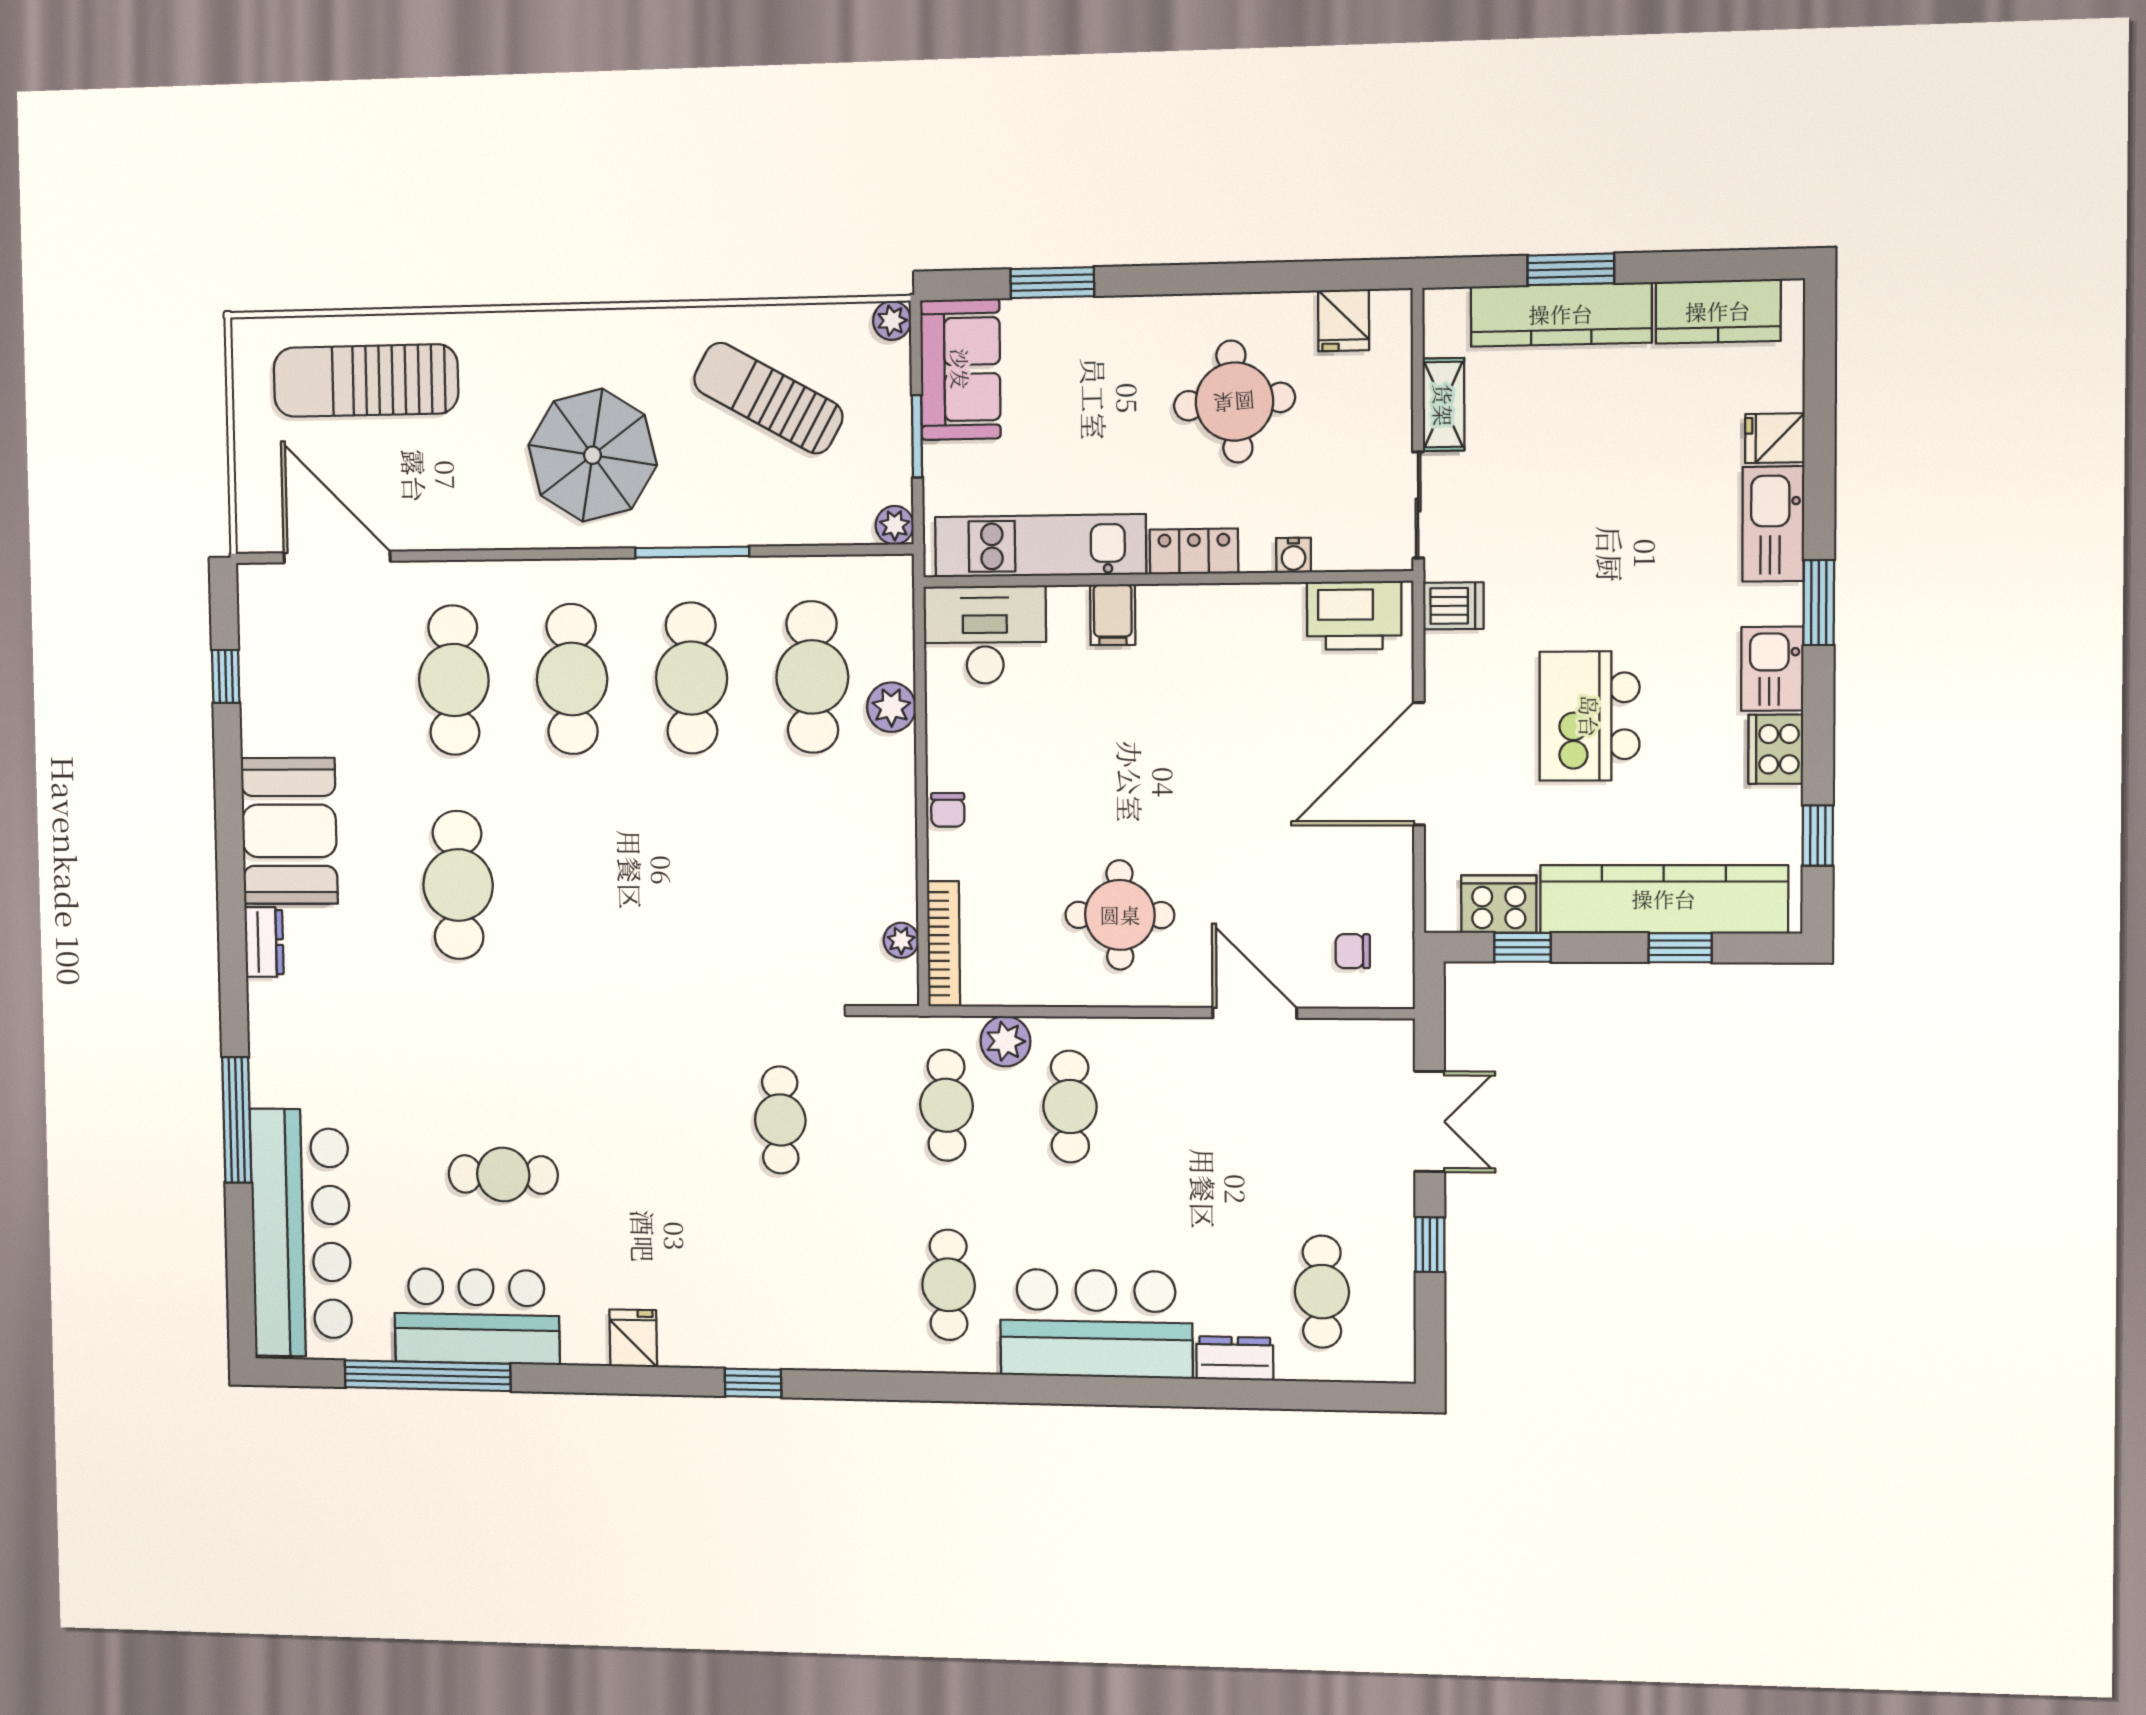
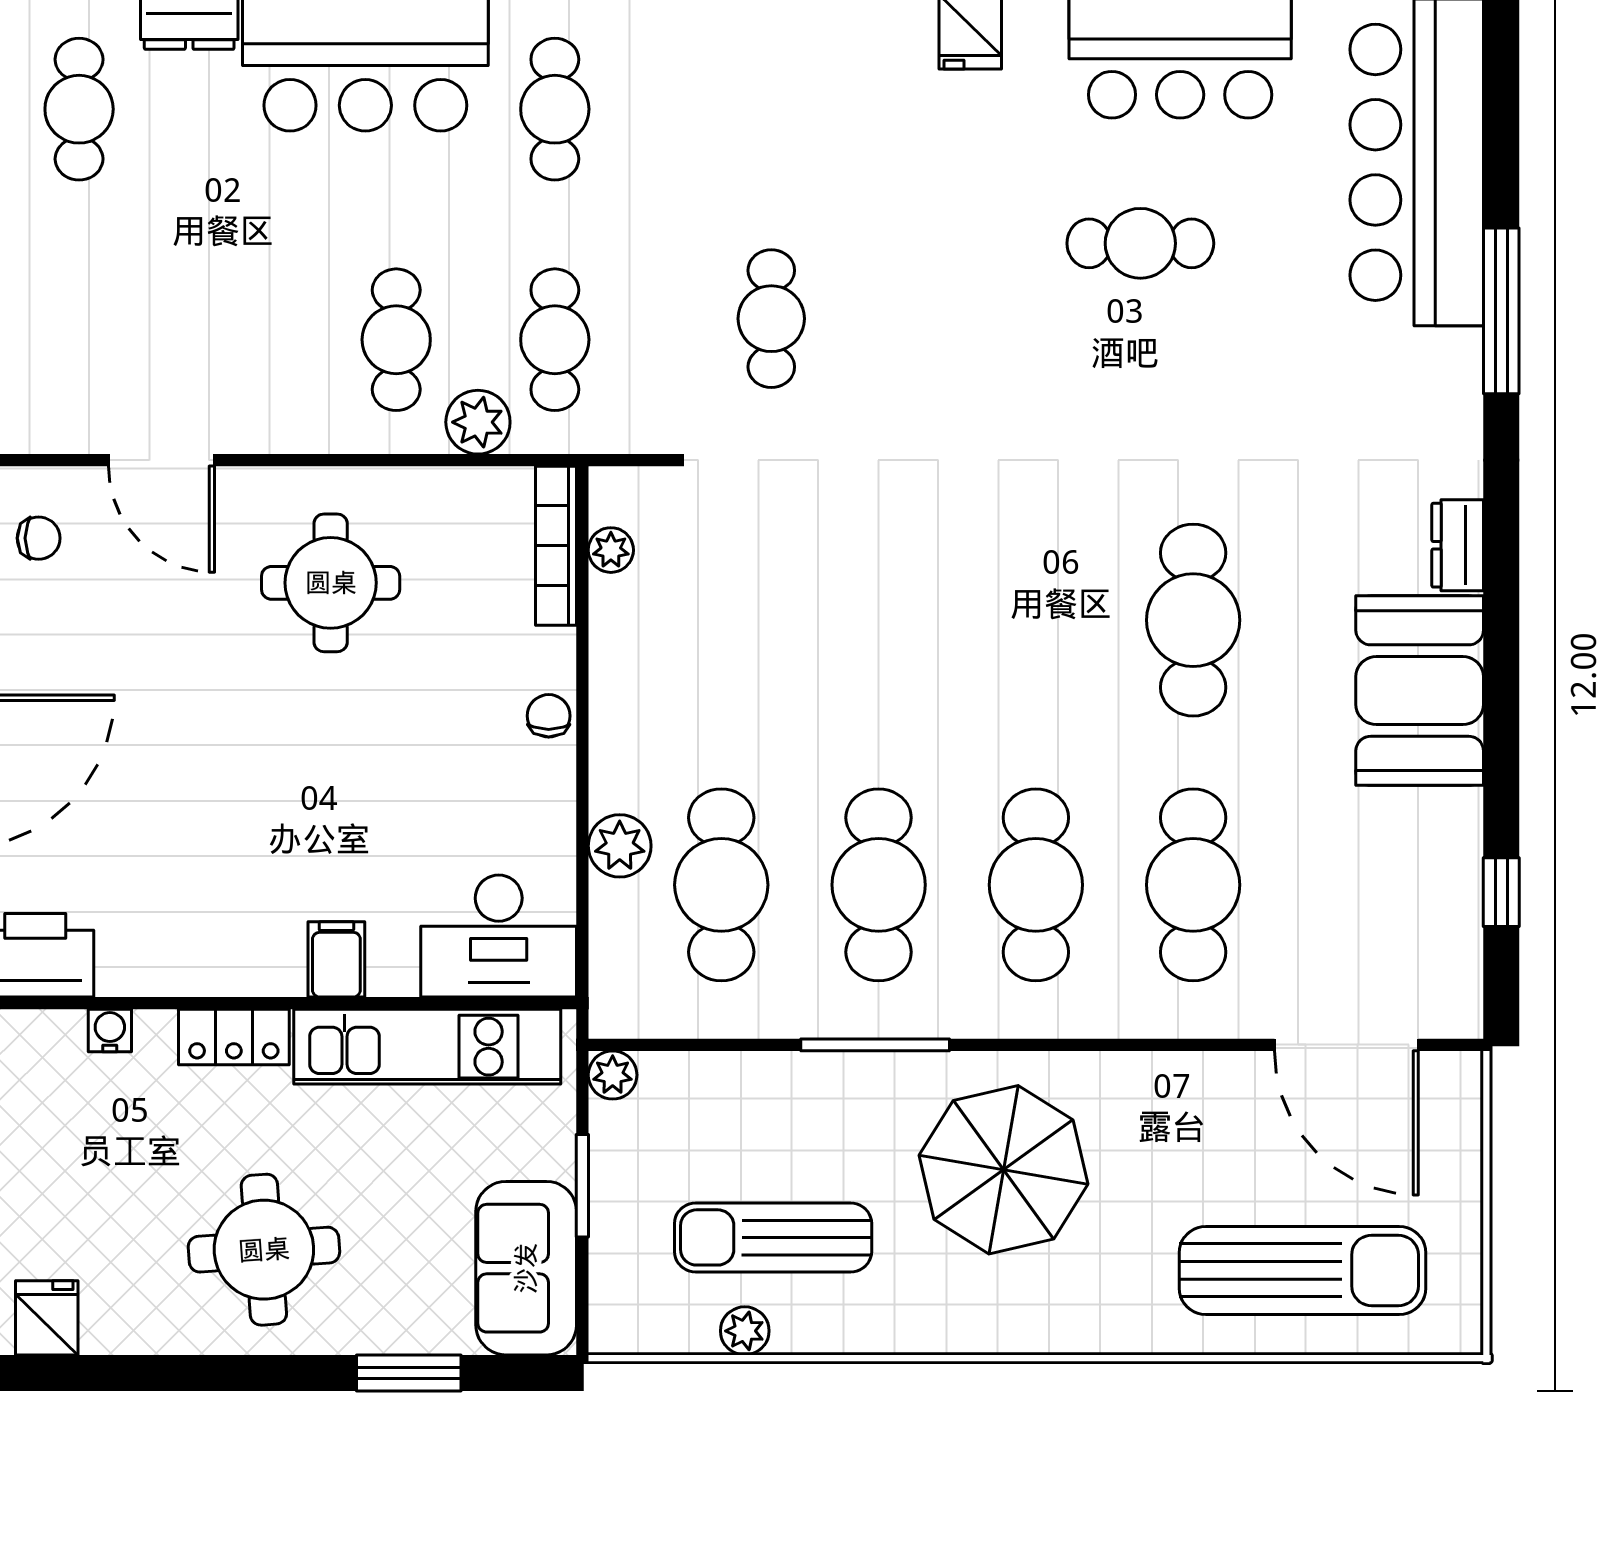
plant: (892, 321) -> (745, 1331), moved
sun lounger: (768, 398) -> (773, 1237), turned 151
round table: (1234, 402) -> (264, 1250), moved

